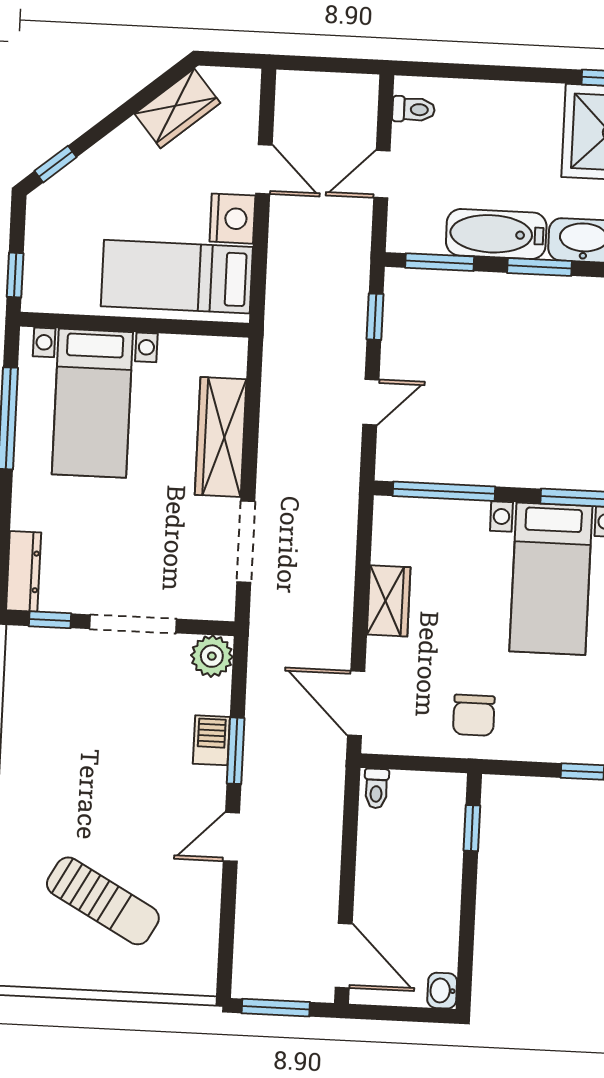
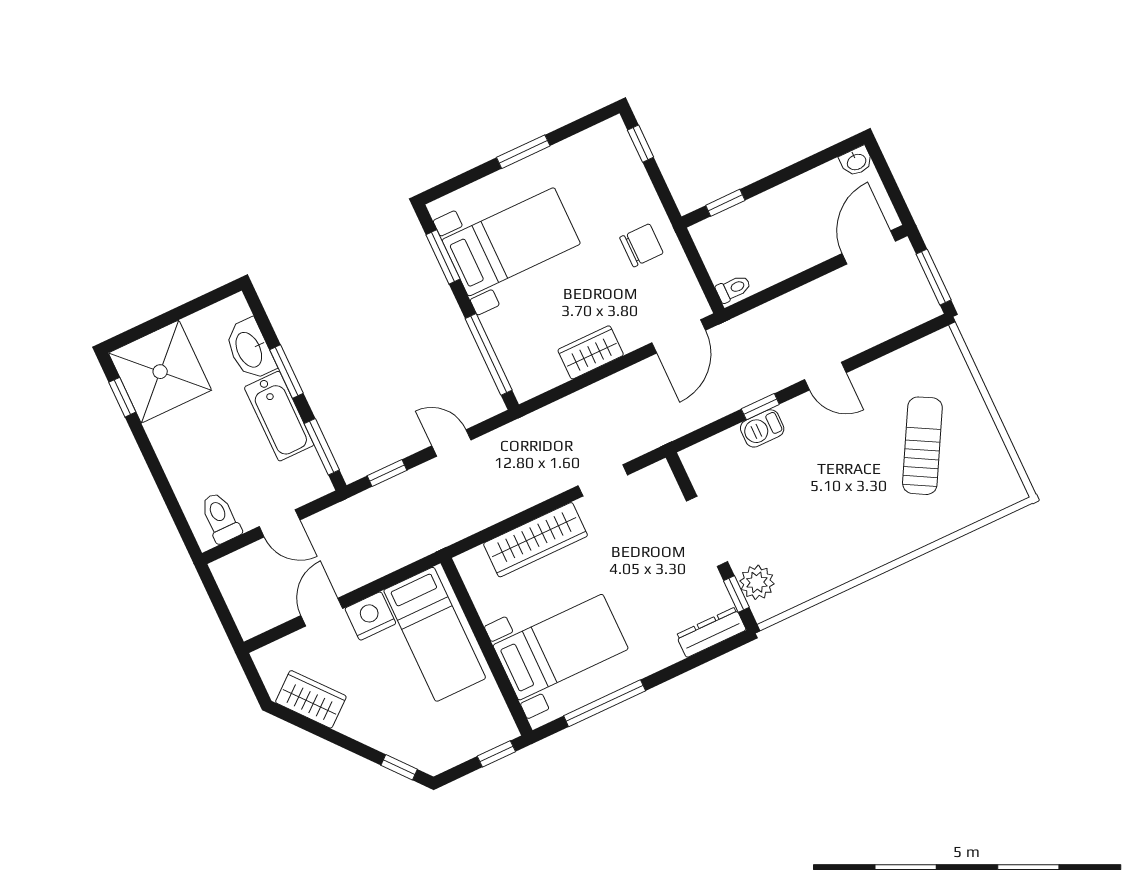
toilet: (413, 109) -> (220, 518), width x1.37, depth x1.39
doorway: (246, 542) -> (603, 480), width x0.73
plant: (212, 656) -> (757, 582), moved
window: (236, 751) -> (760, 407), width x0.67

